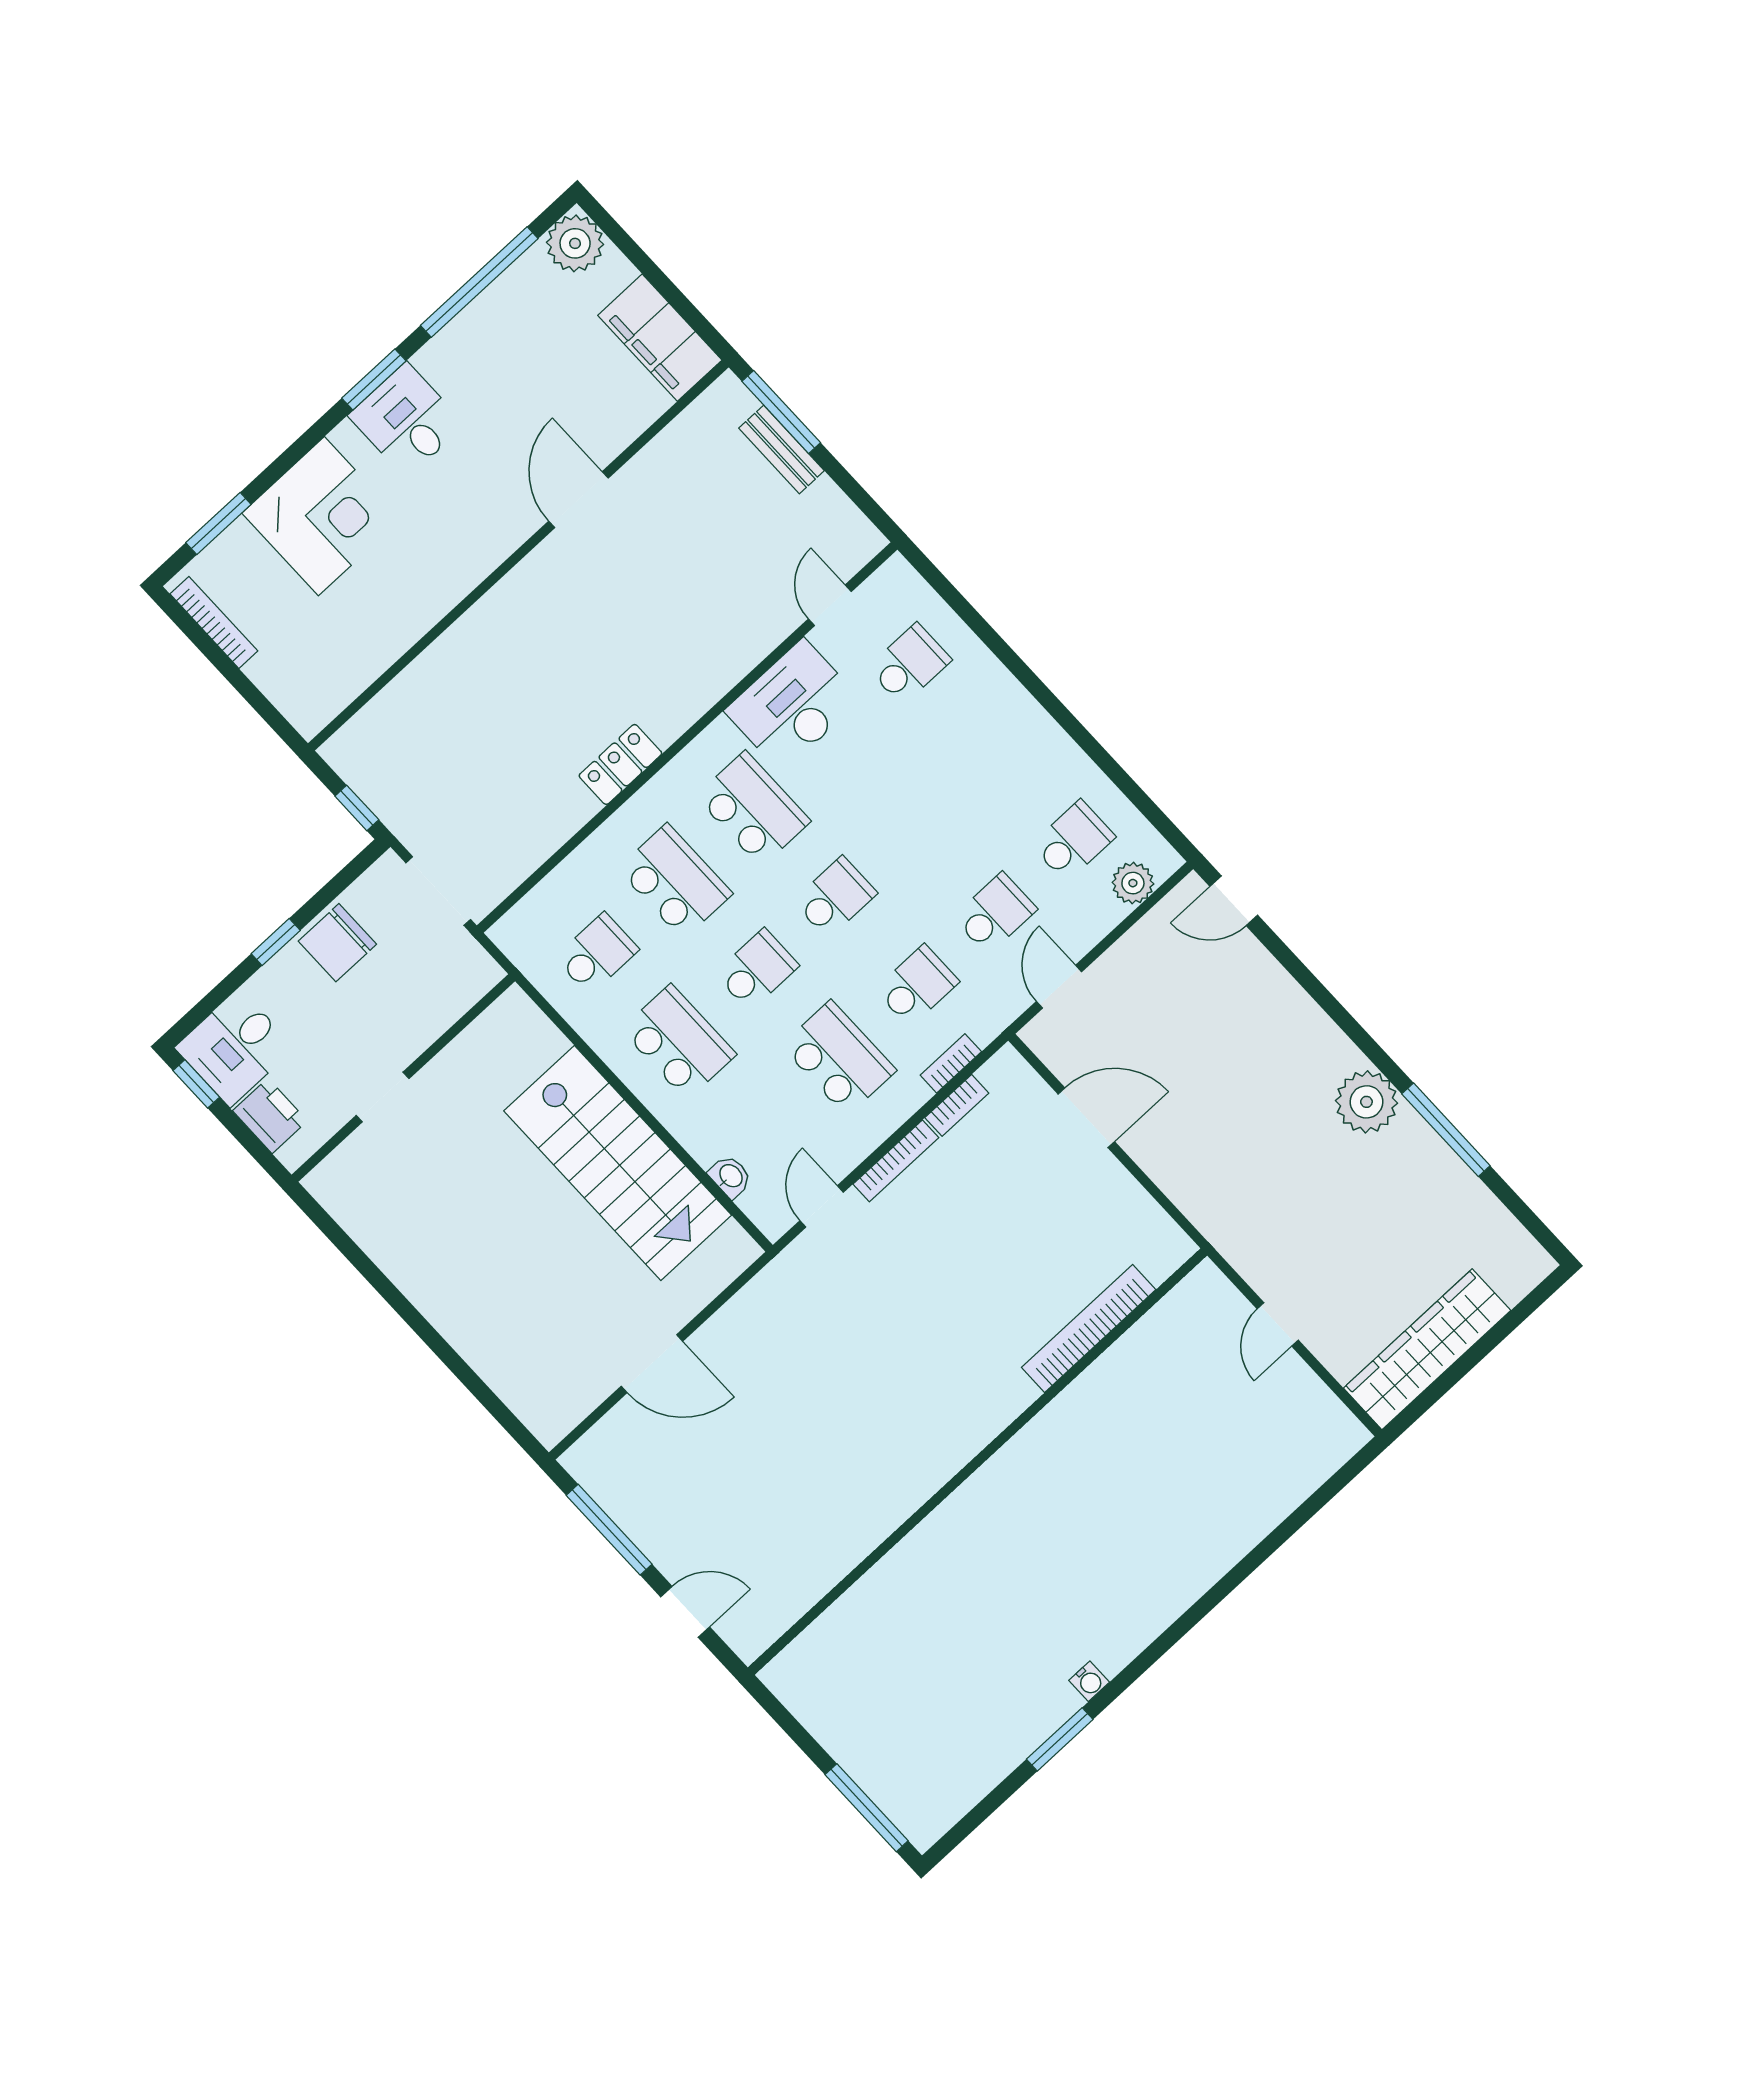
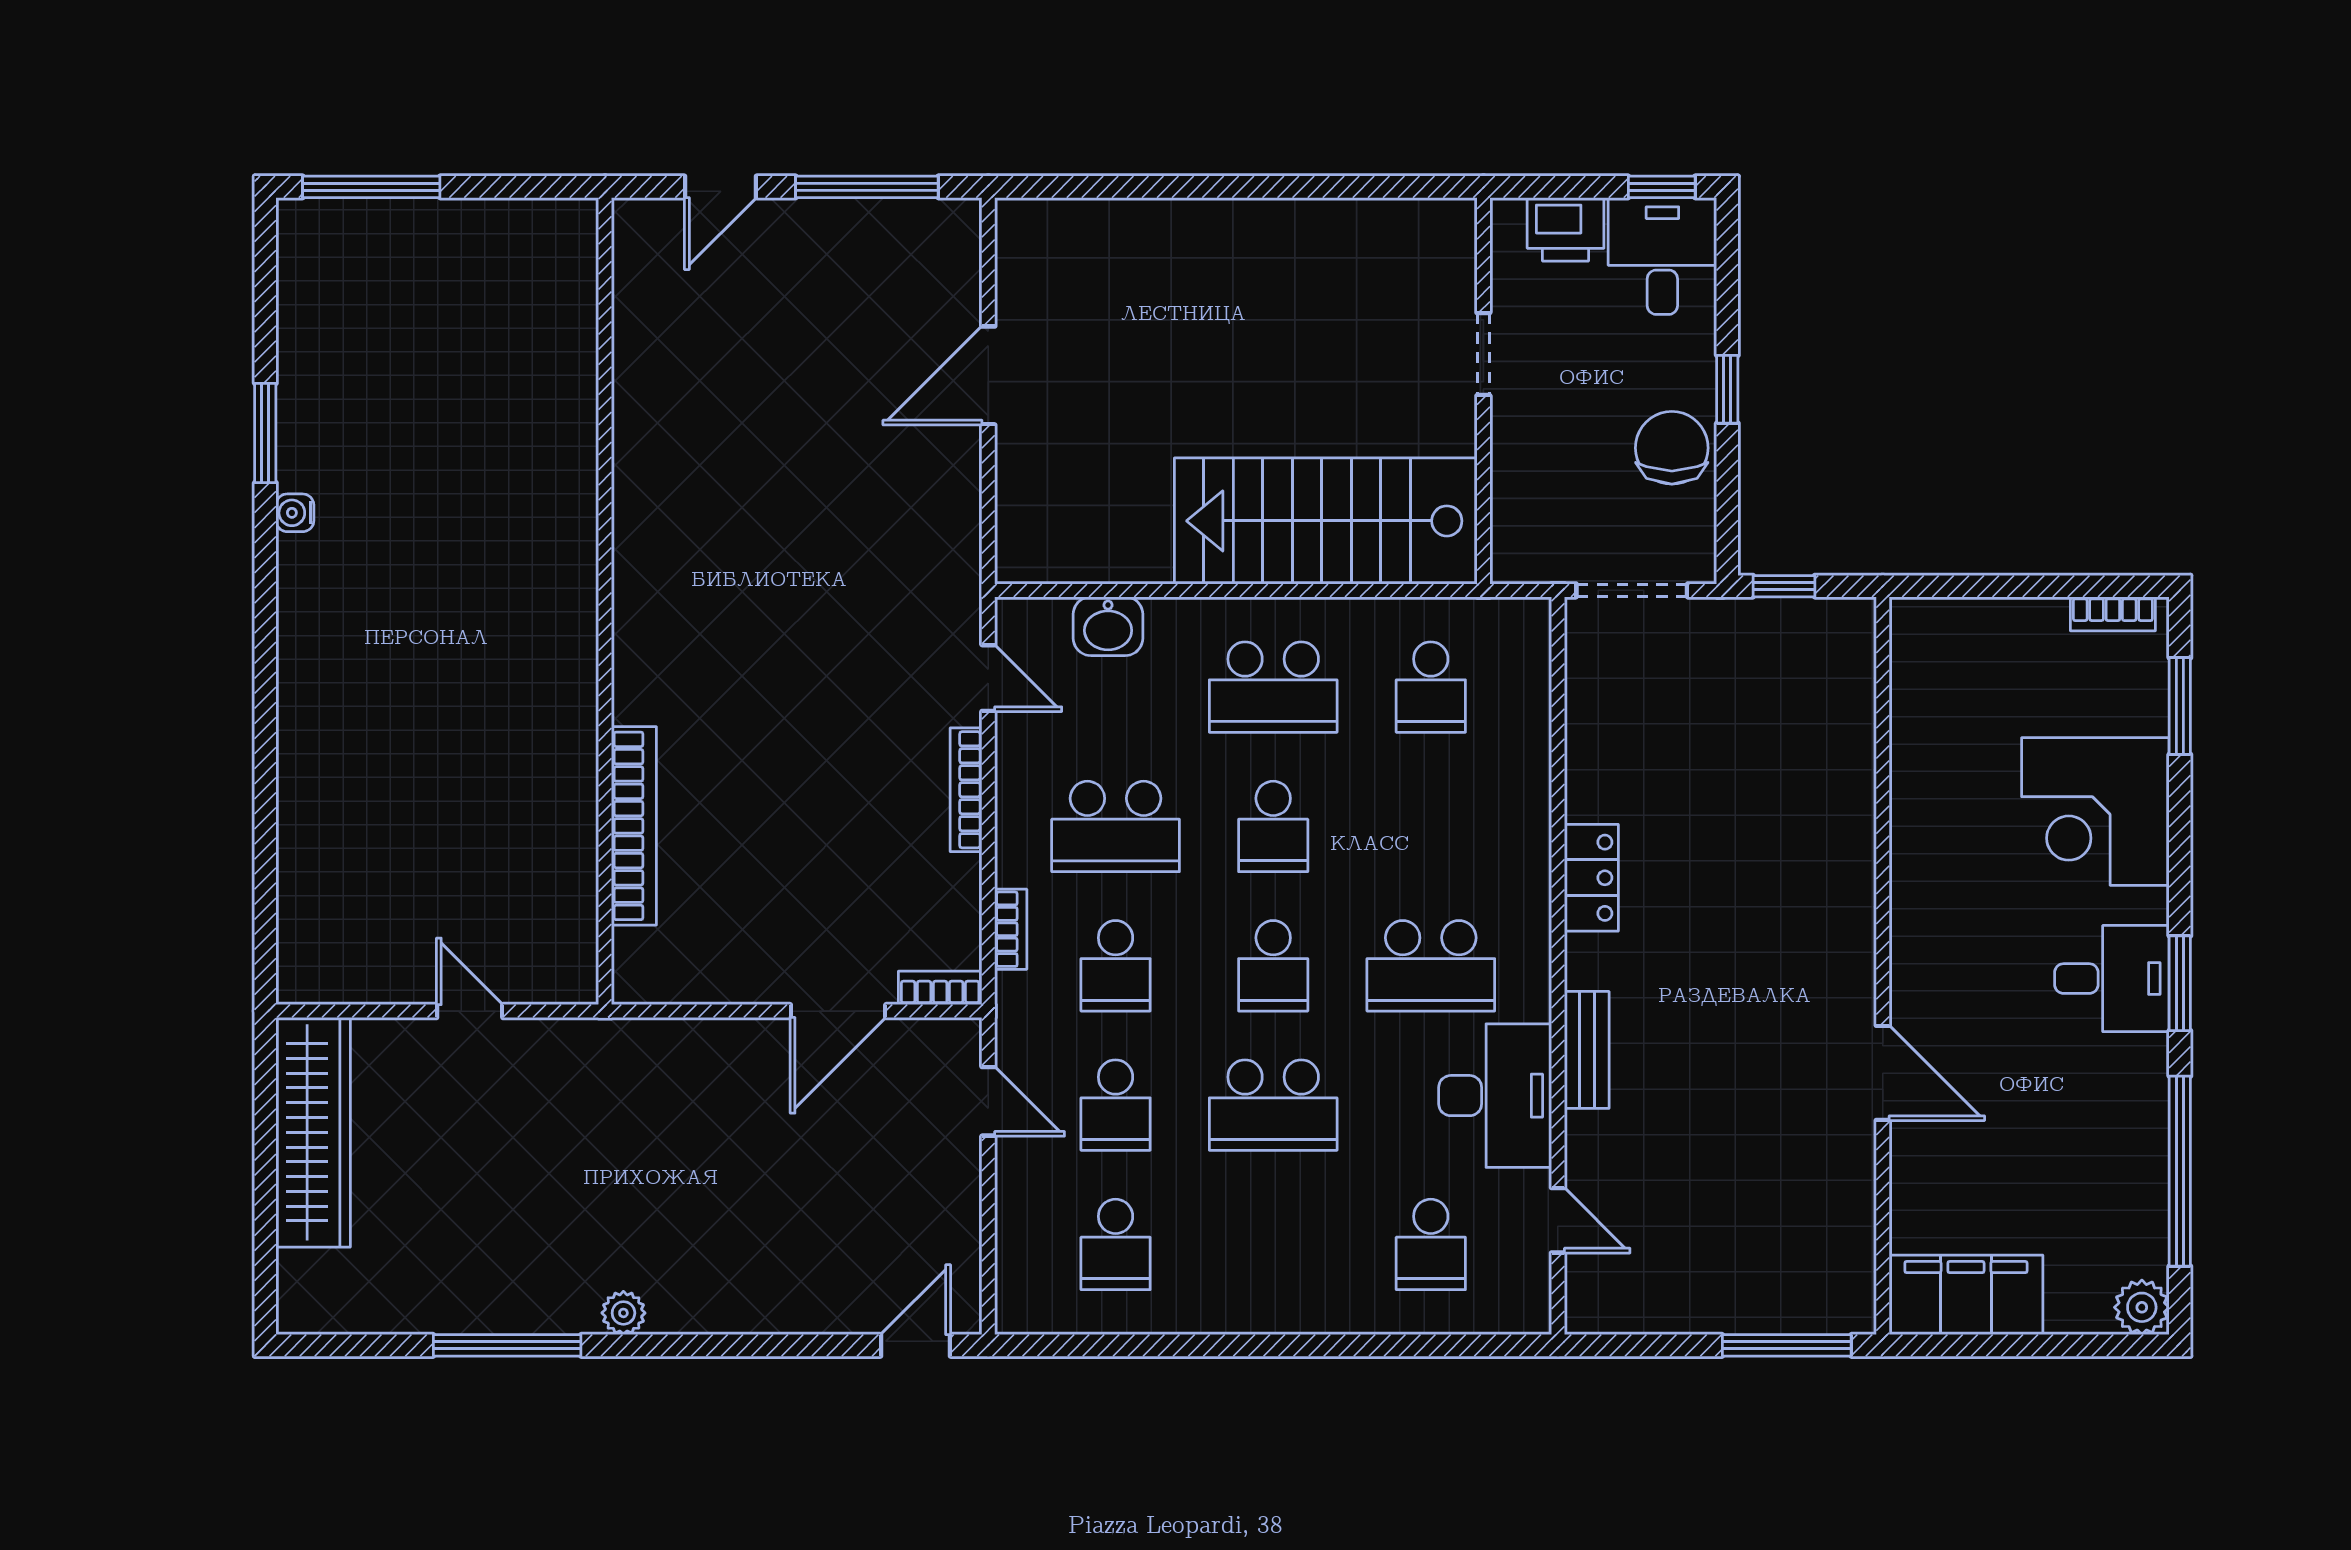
plant: (575, 243) -> (2142, 1307), width x0.73, depth x0.73
bench: (782, 449) -> (1587, 1050), moved, turned 90
bookcase: (214, 622) -> (2113, 614), width x0.64
school desk: (675, 881) -> (1273, 1105), moved
plant: (1133, 883) -> (1022, 1264), removed
plant: (1366, 1102) -> (623, 1313), width x0.53, depth x0.53
bookcase: (957, 1105) -> (940, 988), moved, turned 90
stairs: (618, 1163) -> (1326, 521), moved
washbasin: (730, 1176) -> (1108, 626), width x1.38, depth x1.45

